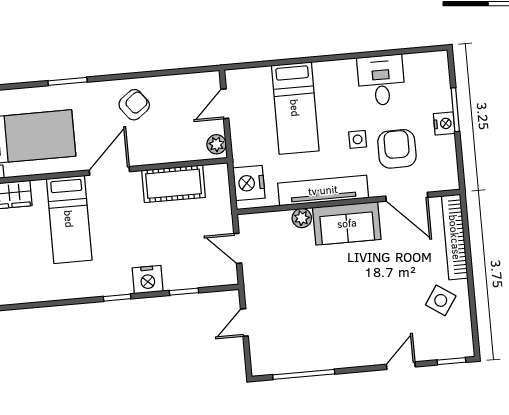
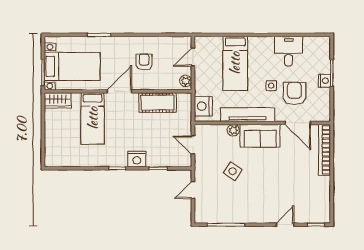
armchair: (134, 105) -> (144, 62), moved, turned -53
side table: (441, 300) -> (233, 171), moved

